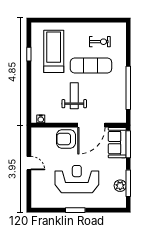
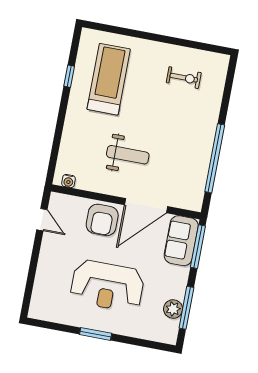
exercise mat: (91, 66) -> (163, 112), removed
weight bench: (74, 96) -> (128, 155), turned 90
armchair: (66, 139) -> (102, 220), turned -90
door: (29, 163) -> (42, 220), moved
reception desk: (77, 179) -> (107, 286), turned 180

